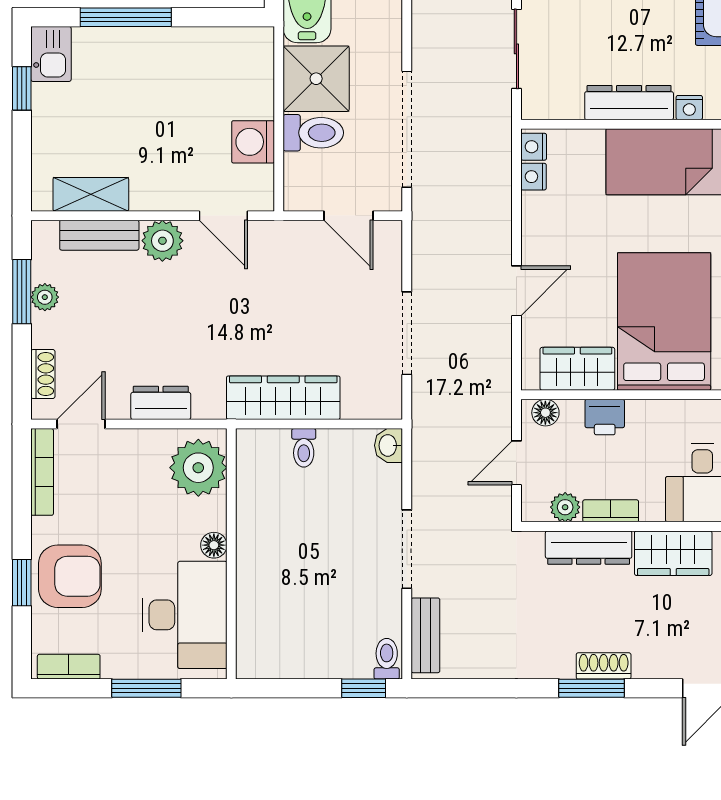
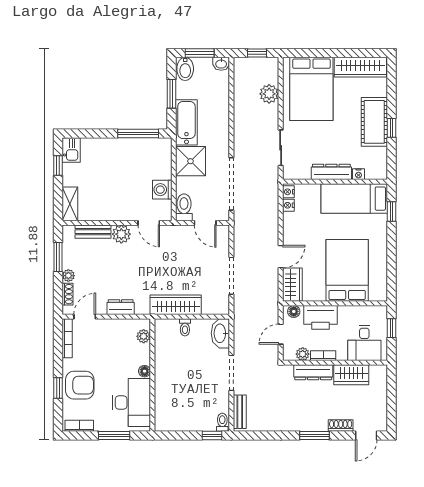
window: (126, 17) -> (138, 134), moved
toilet: (313, 133) -> (184, 207), moved, turned -90
shelving: (91, 194) -> (70, 204), moved, turned 90
plant: (45, 297) -> (68, 276), moved
wardrobe: (577, 369) -> (292, 285), moved, turned 90
printer: (605, 417) -> (320, 317), width x1.87, depth x1.48
washbasin: (389, 445) -> (220, 333), width x1.91, depth x1.45
plant: (198, 468) -> (144, 336), width x0.53, depth x0.53
shoe rack: (604, 666) -> (341, 425), moved

